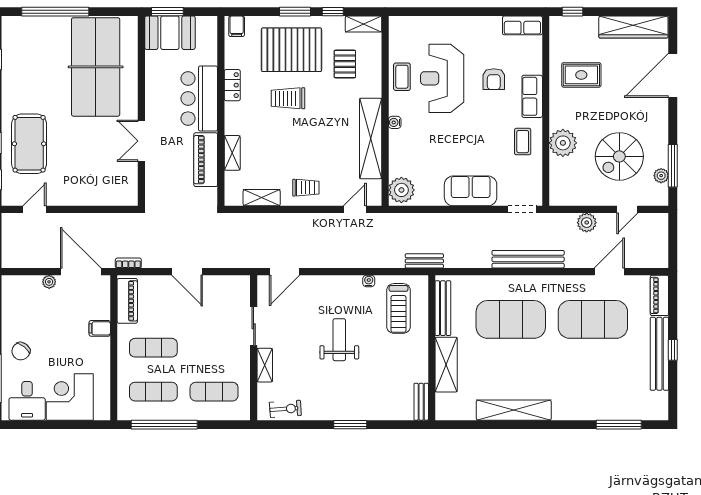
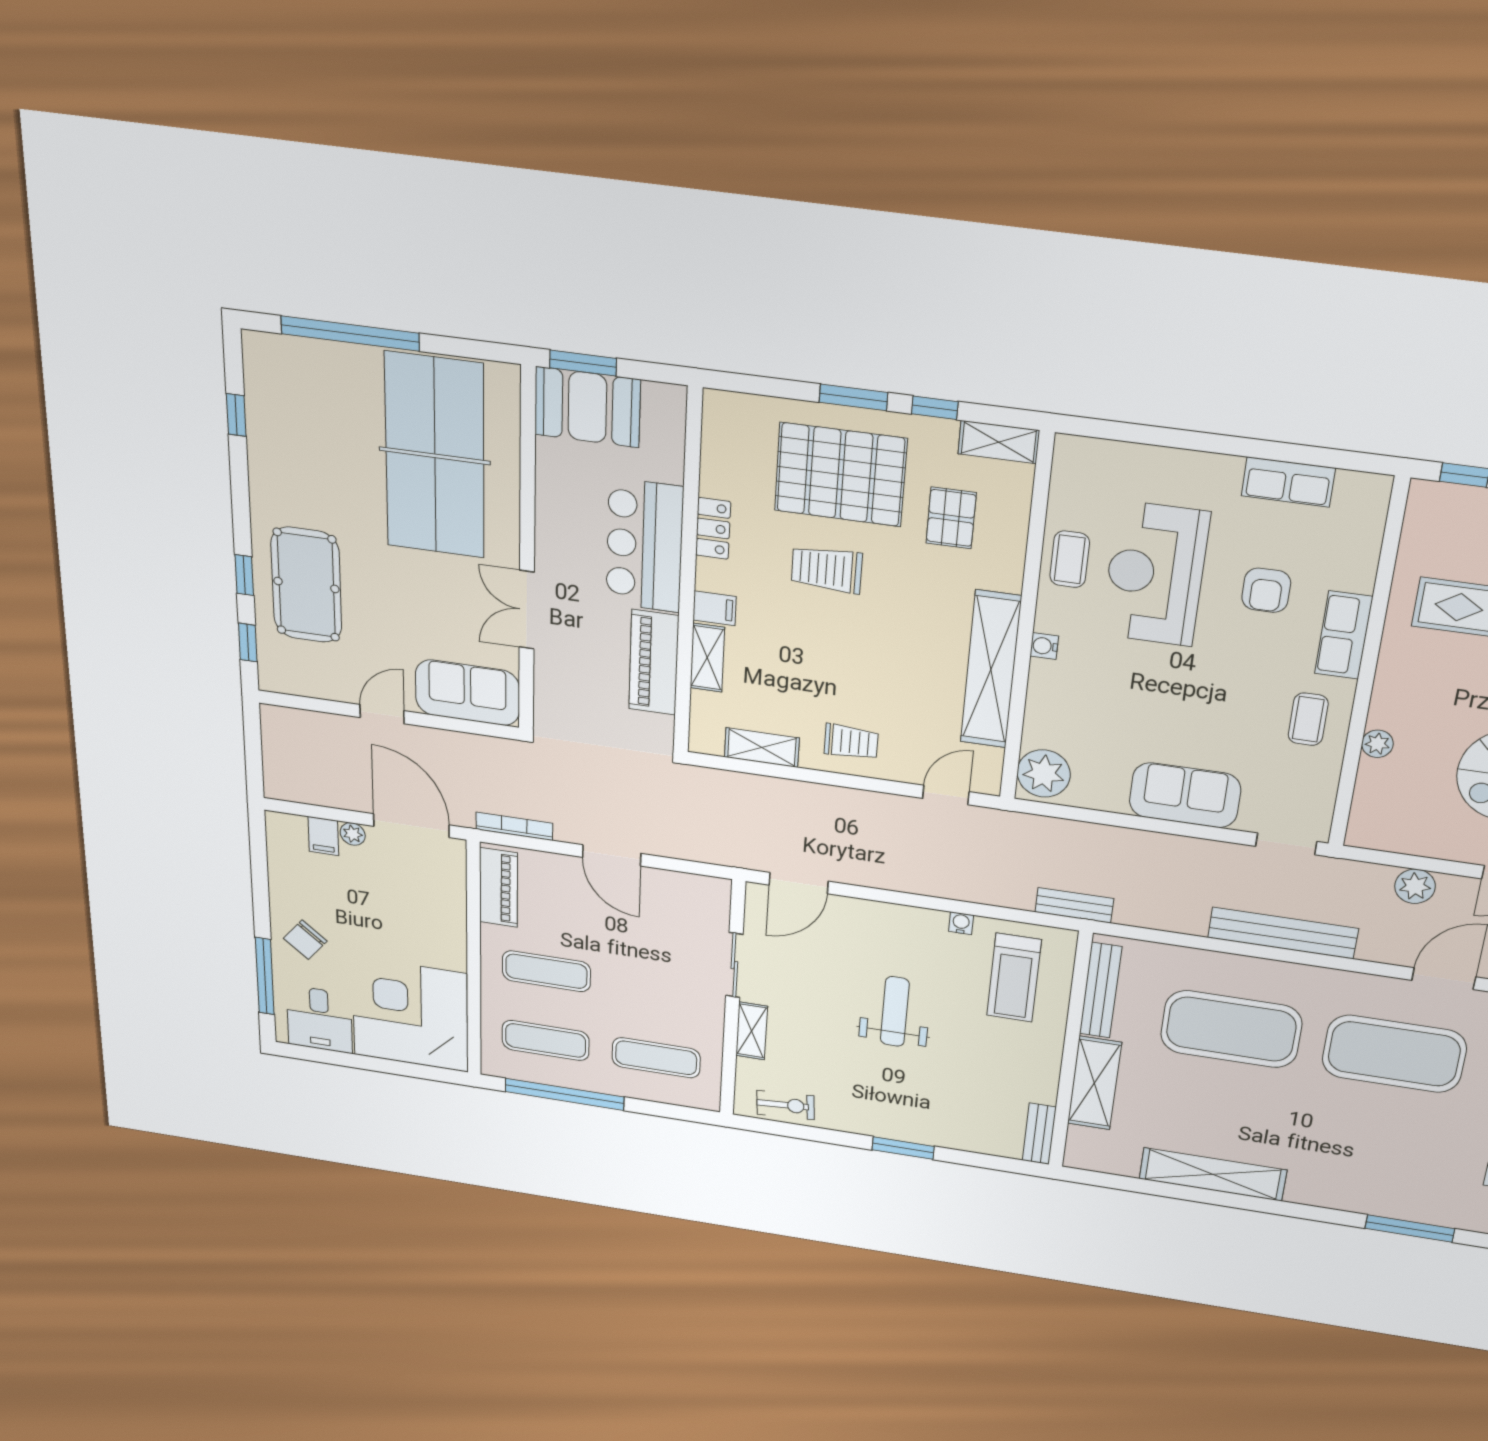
row of seats: (522, 25) -> (1288, 482), moved
filing cabinet: (237, 26) -> (714, 608), moved, turned -90
plant: (563, 143) -> (1377, 744), width x0.53, depth x0.53
sofa: (111, 191) -> (467, 693), added
door: (34, 209) -> (382, 714), moved
bookcase: (128, 263) -> (514, 826), width x1.56
filing cabinet: (100, 328) -> (323, 836), moved, turned -90
corner desk: (70, 397) -> (410, 1014), width x1.36, depth x1.36

